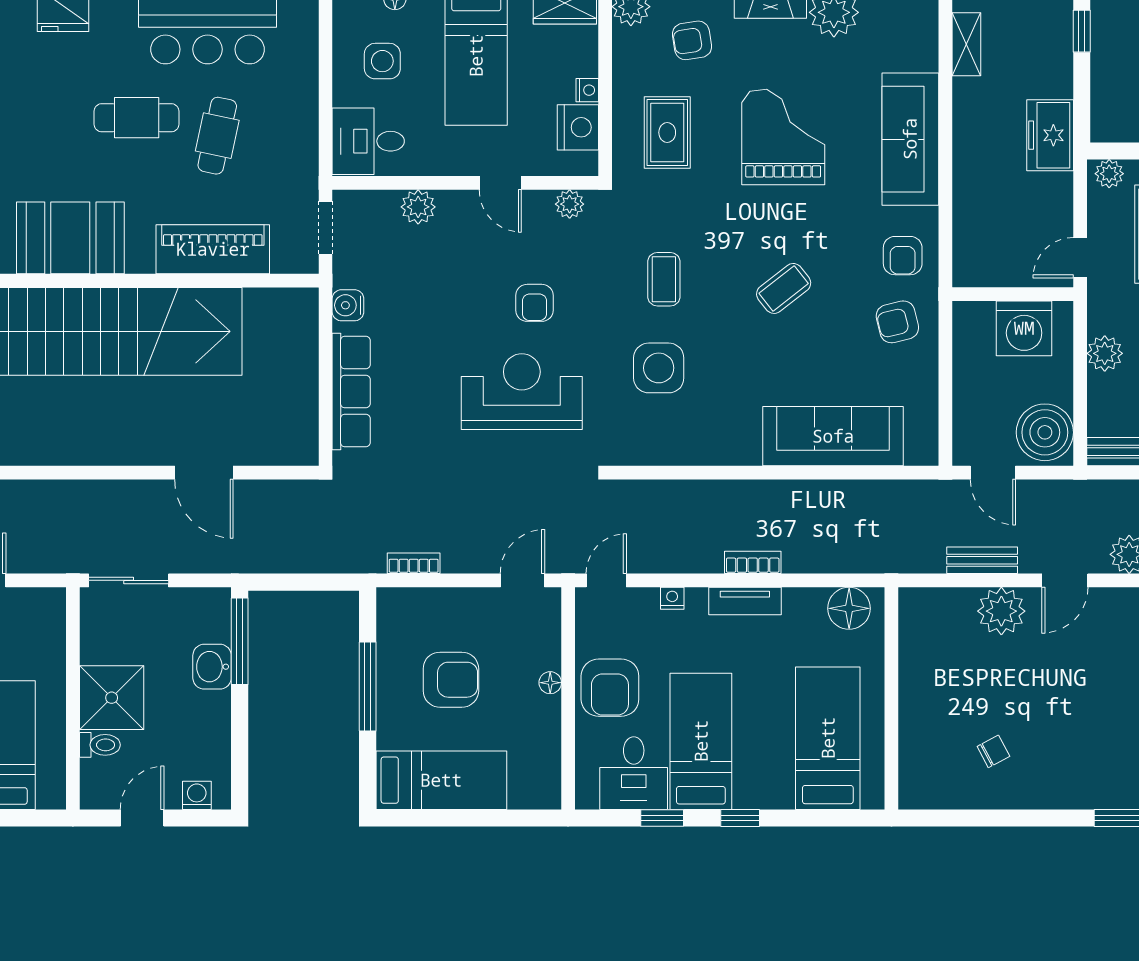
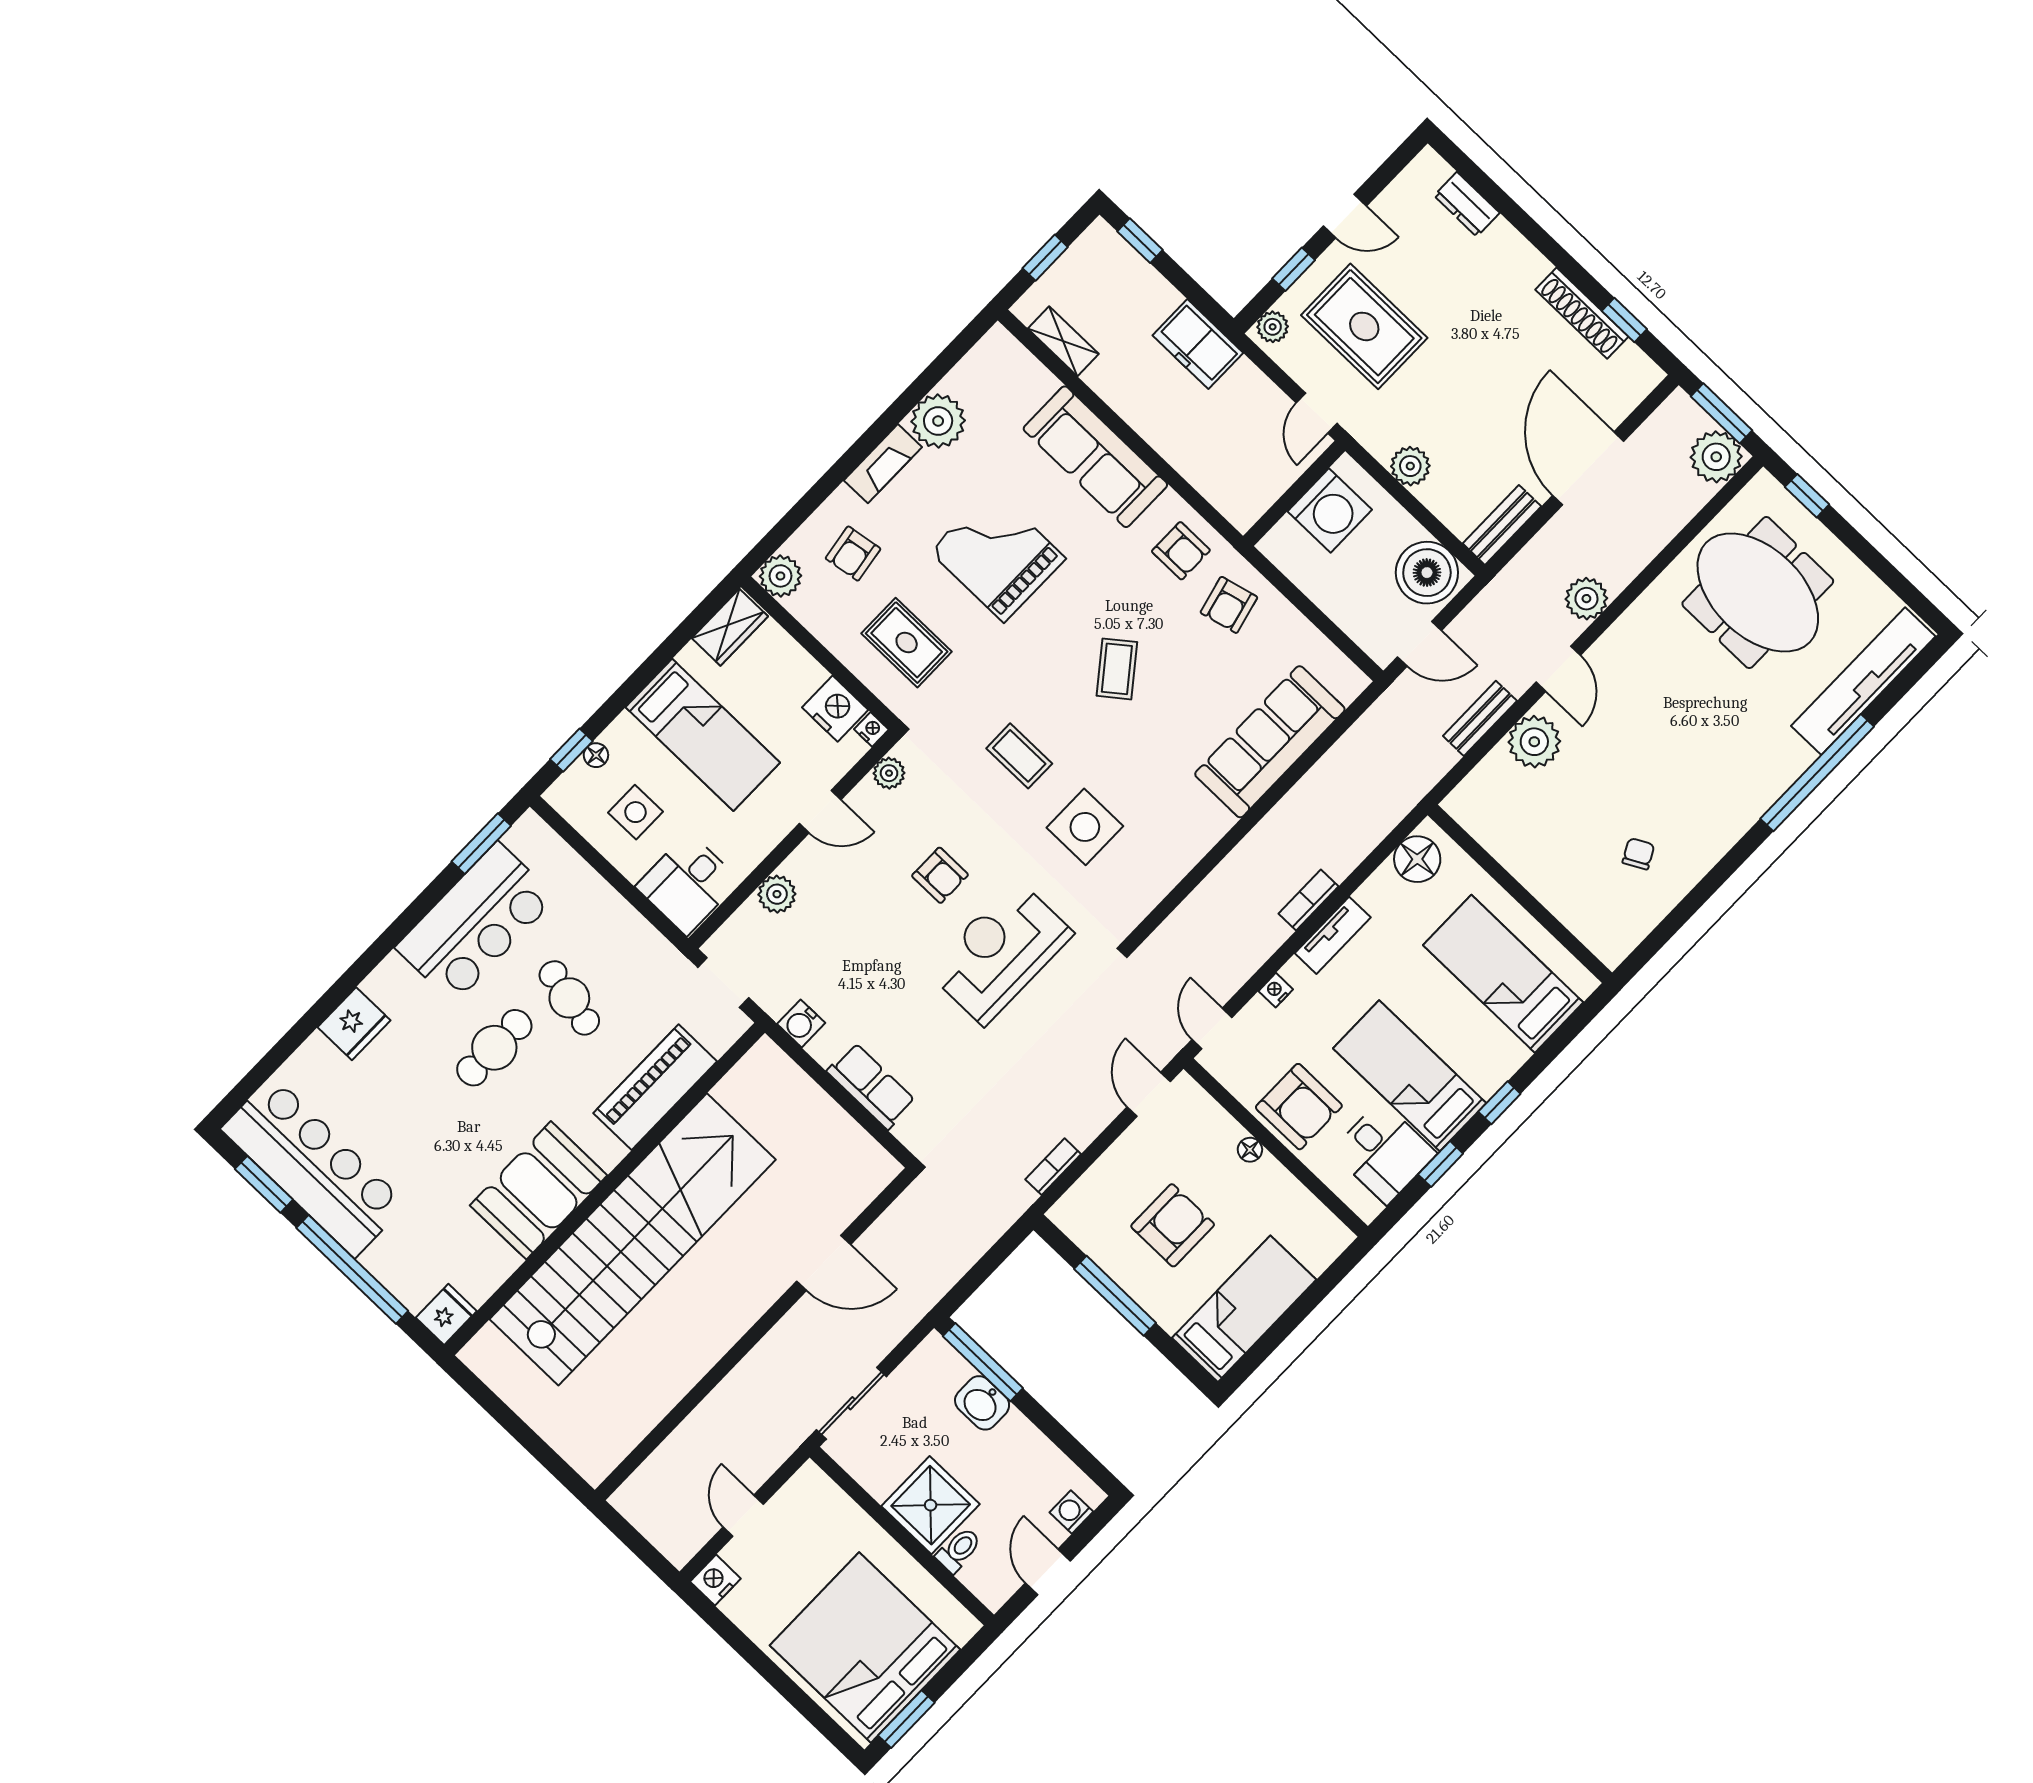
nightstand: (587, 90) -> (871, 729), moved
row of seats: (351, 392) -> (871, 1086), width x0.68

